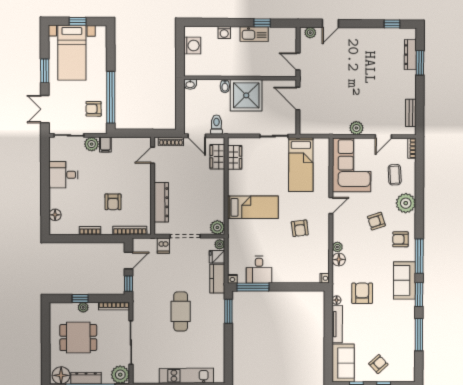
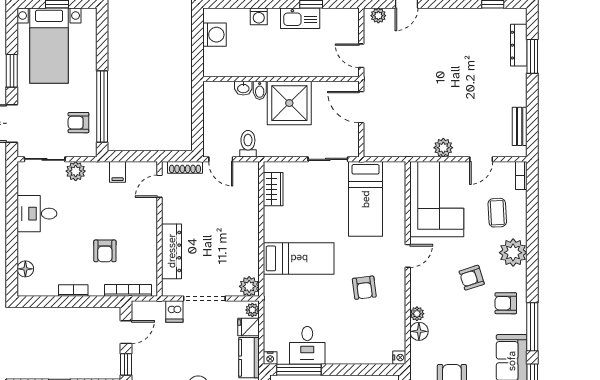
washbasin: (190, 84) -> (243, 88), moved
filing cabinet: (105, 145) -> (118, 172), moved
wardrobe: (217, 157) -> (249, 188), removed

